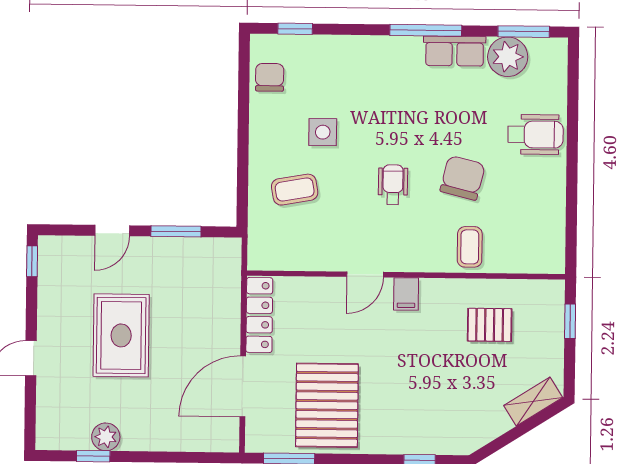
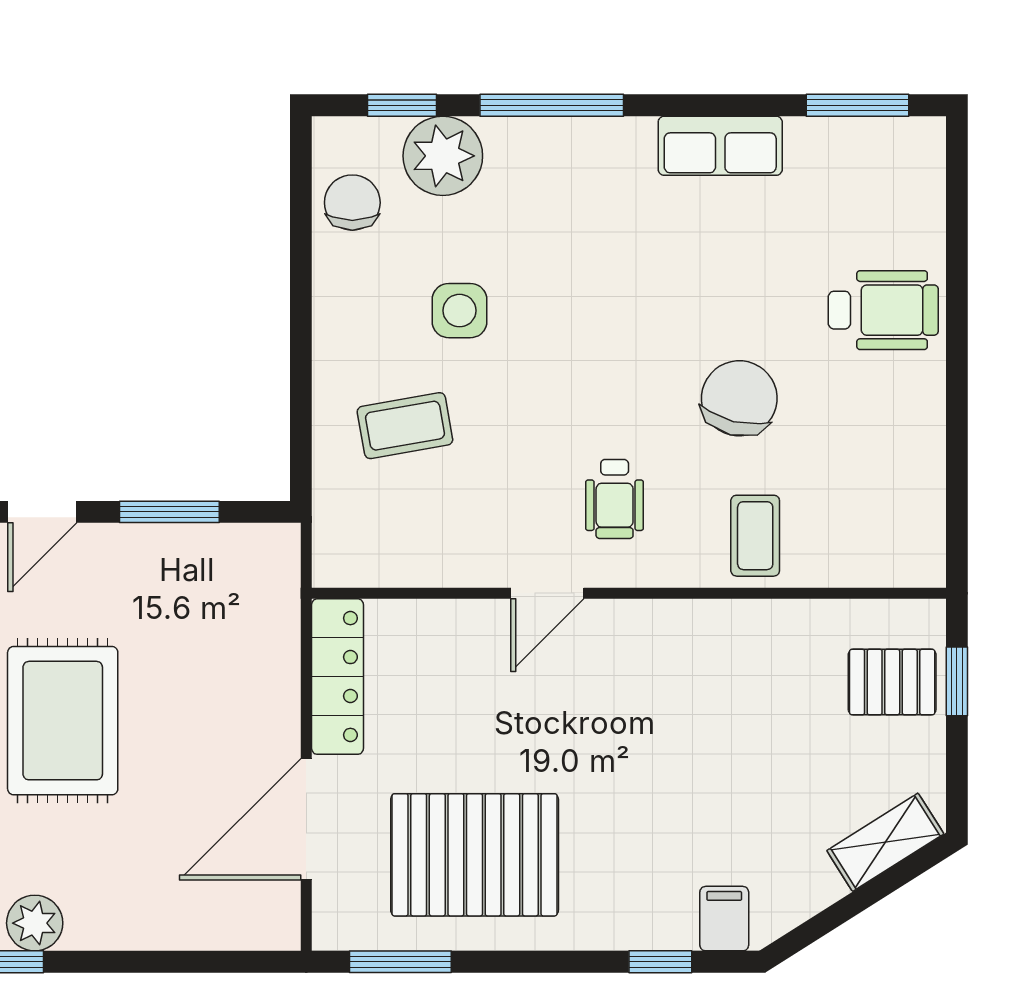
window: (426, 30) -> (552, 105), moved
plant: (508, 57) -> (443, 156), moved
wheelchair: (393, 185) -> (615, 499), moved, turned 180
filing cabinet: (406, 294) -> (724, 919), moved, turned 180
pallet: (490, 325) -> (892, 682), moved
pallet: (327, 405) -> (475, 855), turned 90

